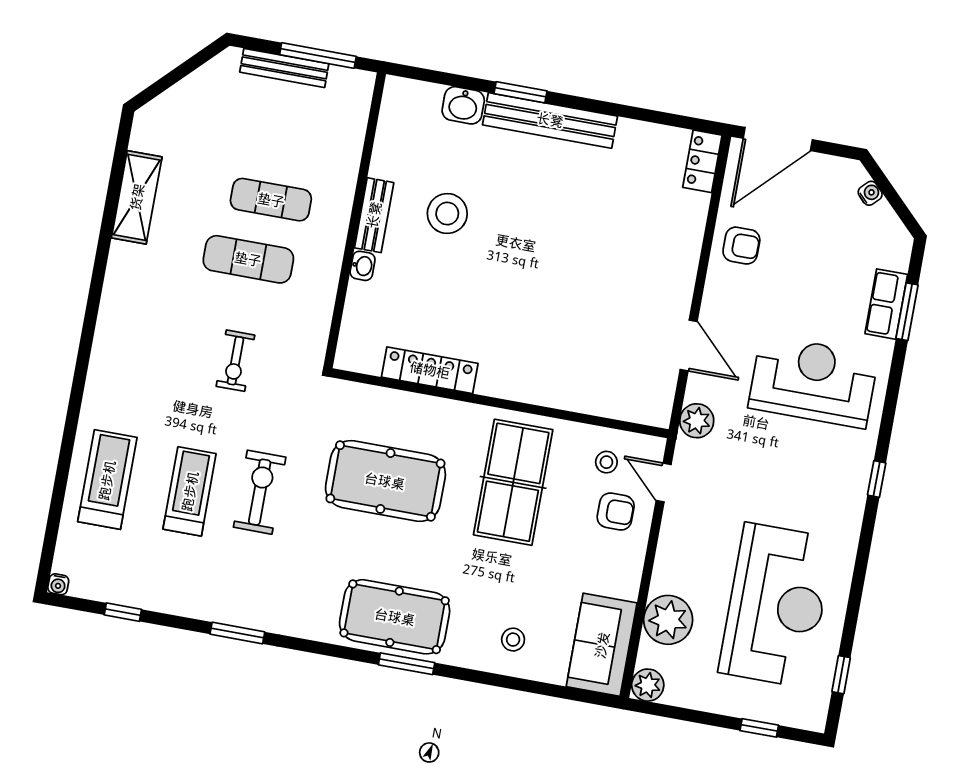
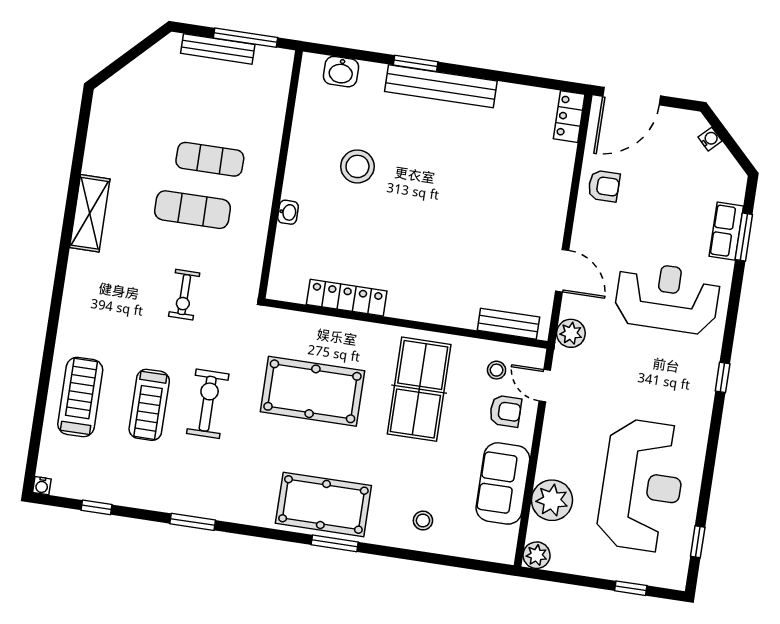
washbasin: (463, 105) -> (341, 72), moved
shelving: (137, 197) -> (90, 213), moved
bench: (374, 215) -> (508, 324), moved, turned 90
treadmill: (190, 491) -> (149, 405), turned 180
sofa: (602, 645) -> (503, 483), moved

